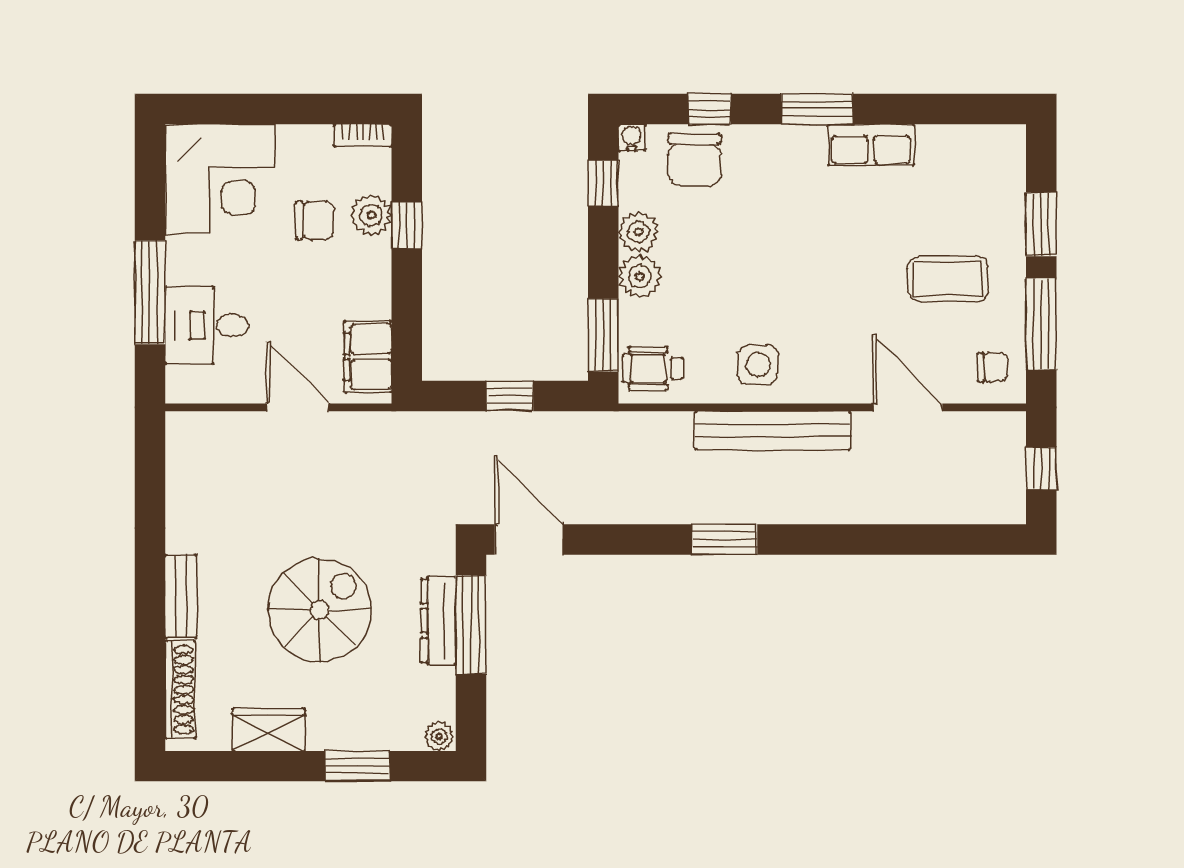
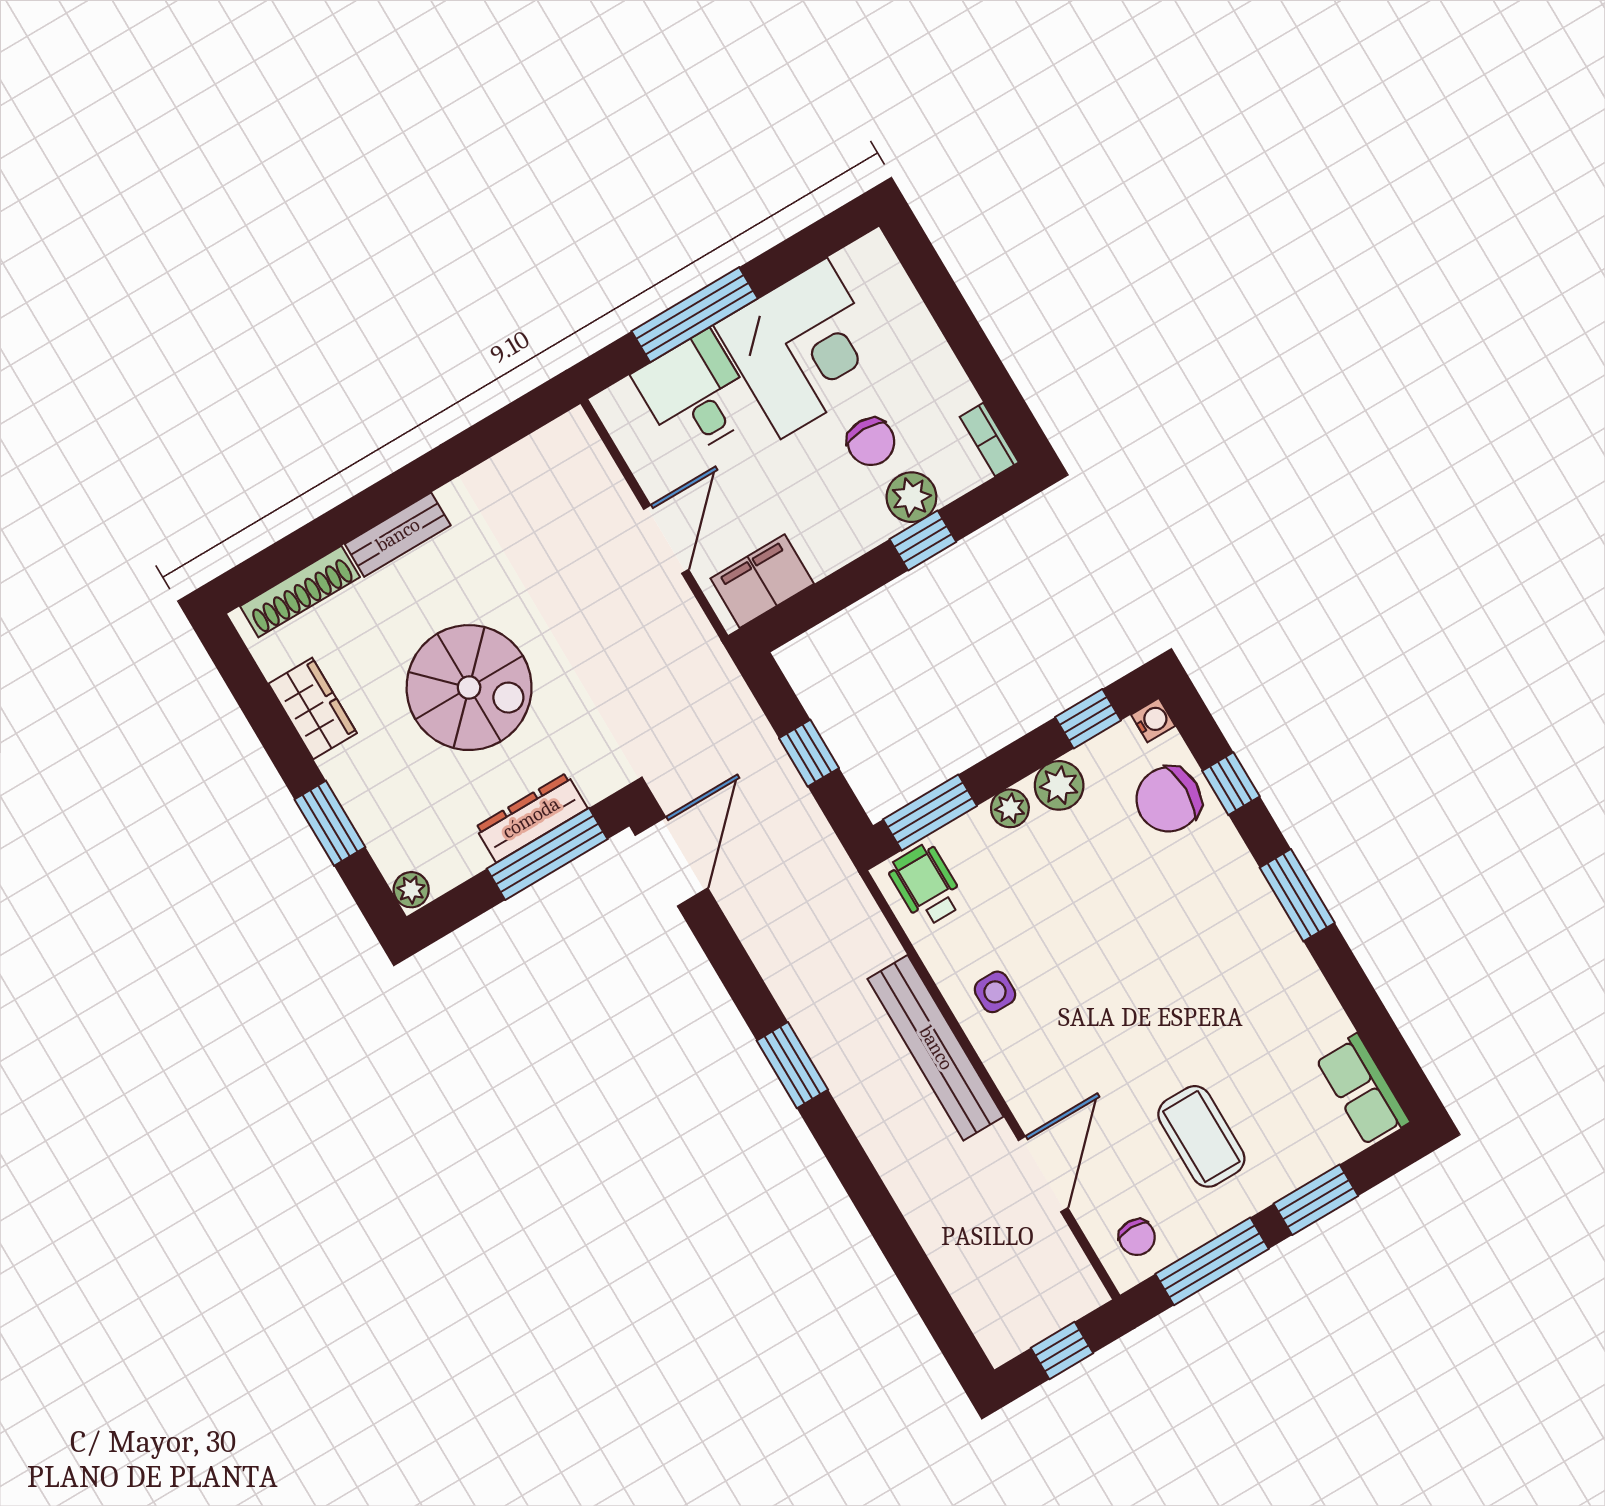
row of seats: (871, 145) -> (1363, 1090), moved
corner desk: (220, 179) -> (804, 348), moved, turned -90
plant: (640, 276) -> (1010, 808), width x0.73, depth x0.73
side table: (758, 365) -> (995, 992), width x0.73, depth x0.73

